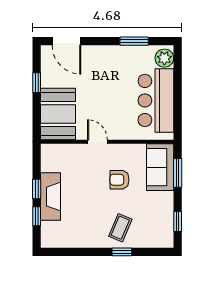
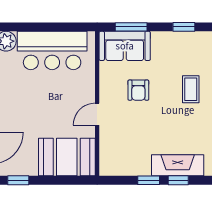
window: (37, 83) -> (18, 180), moved
fireplace: (51, 197) -> (178, 165), moved
coffee table: (120, 228) -> (191, 89), turned 67

